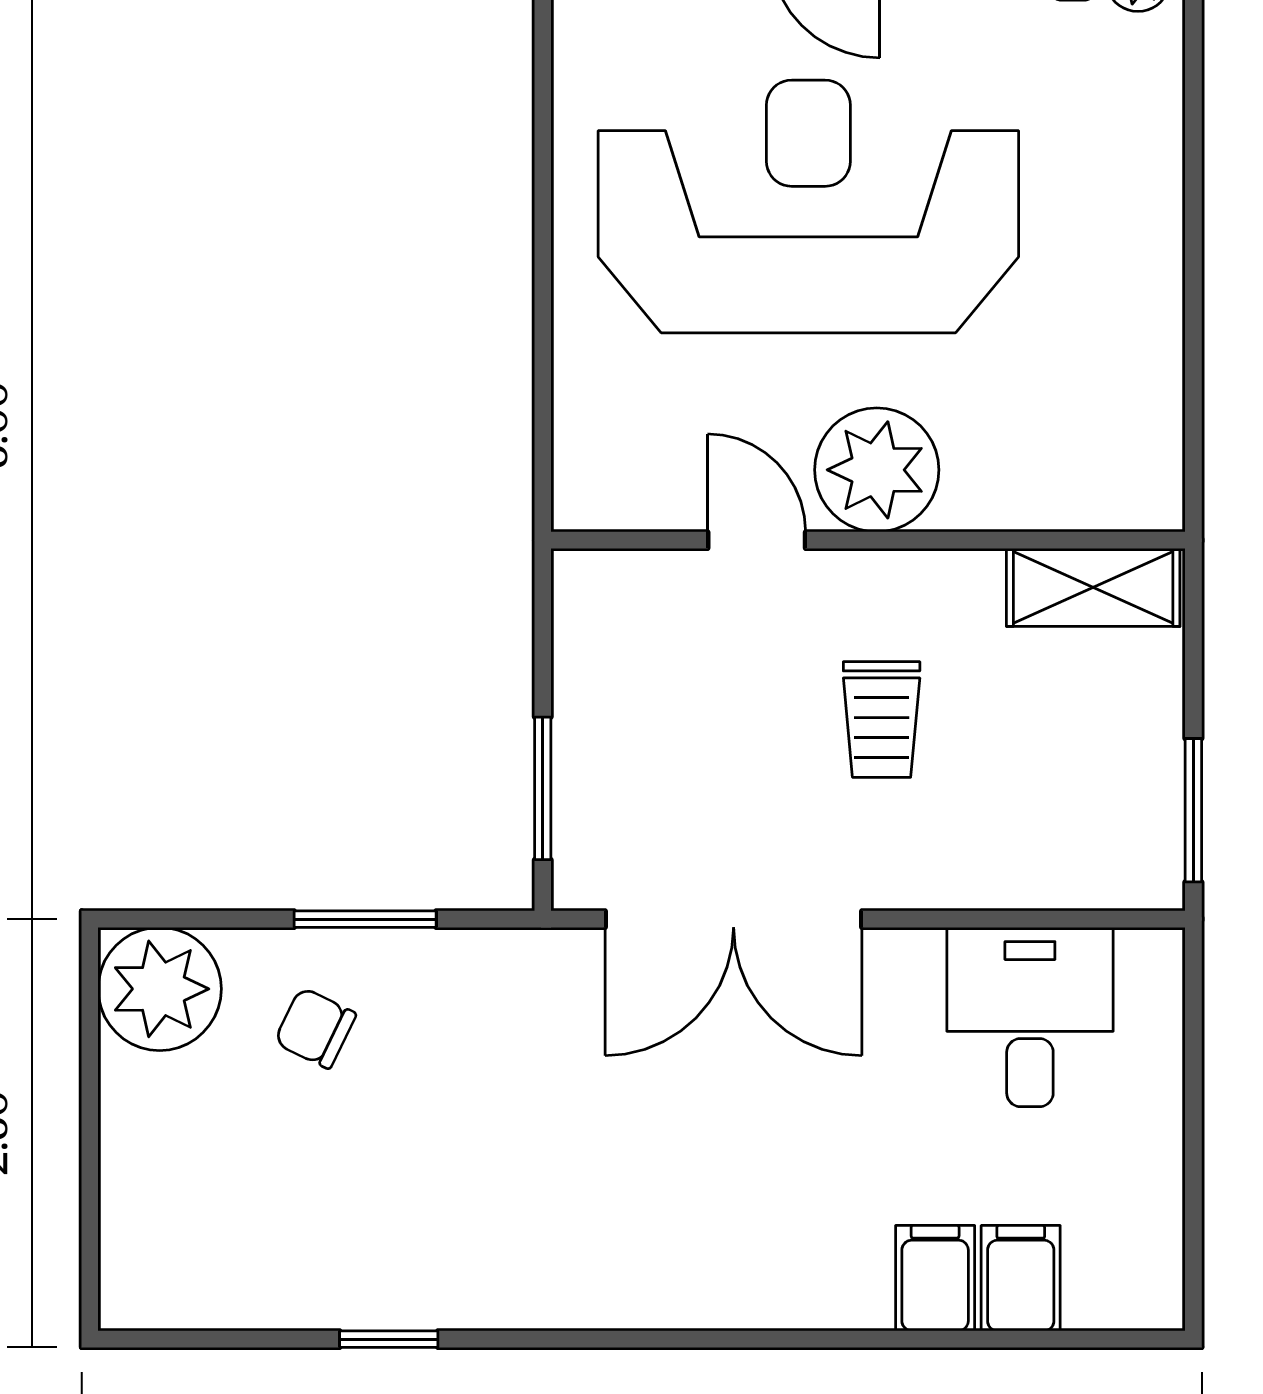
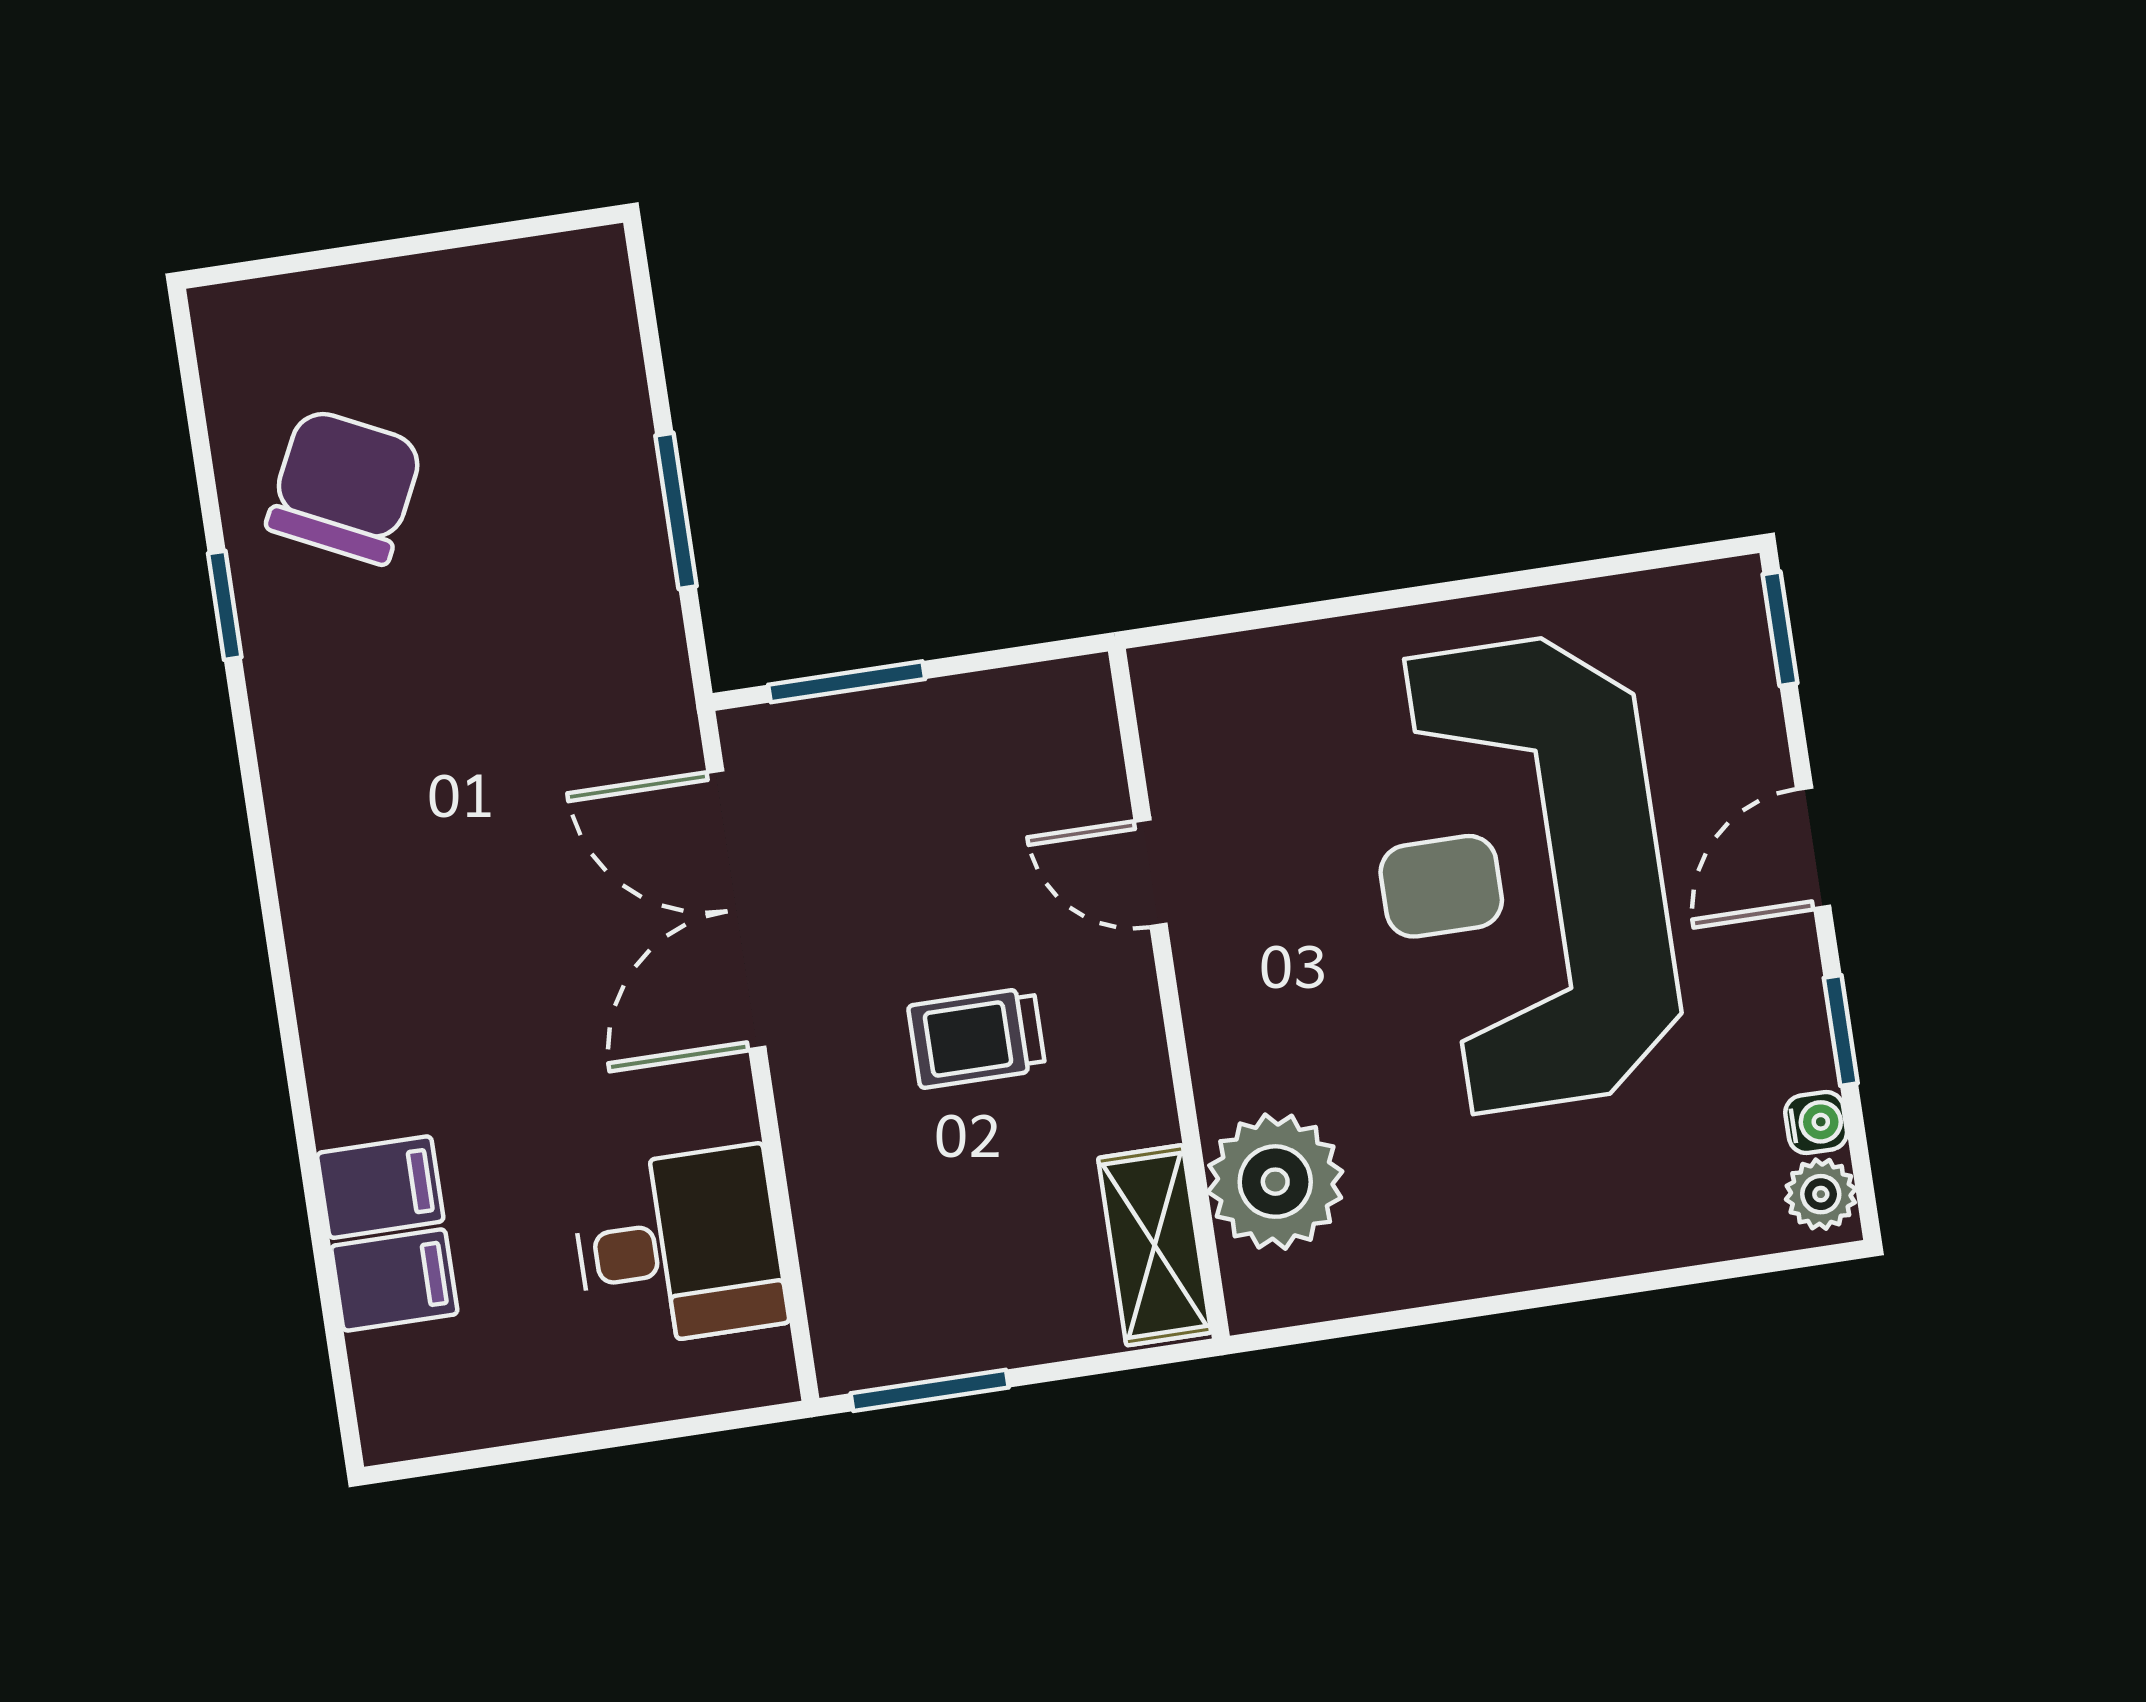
reception desk: (808, 206) -> (1521, 874), turned 180
plant: (877, 470) -> (1275, 1182), moved
door: (757, 540) -> (1151, 873), swing flipped
plant: (160, 989) -> (567, 300), removed
chair: (315, 1028) -> (345, 486), moved, width x1.87, depth x1.87

